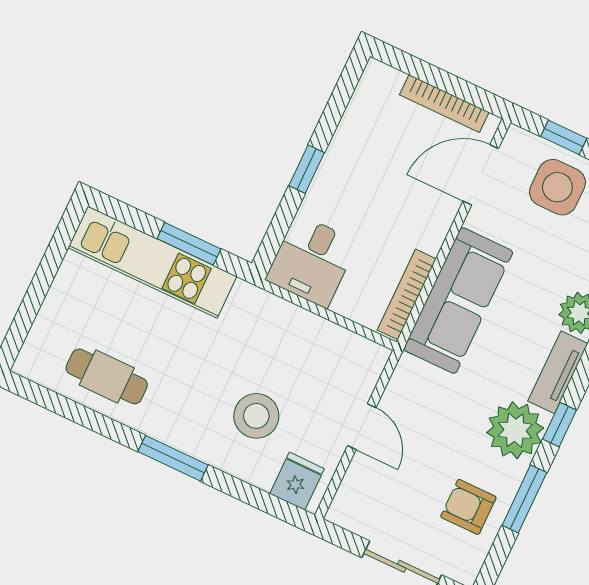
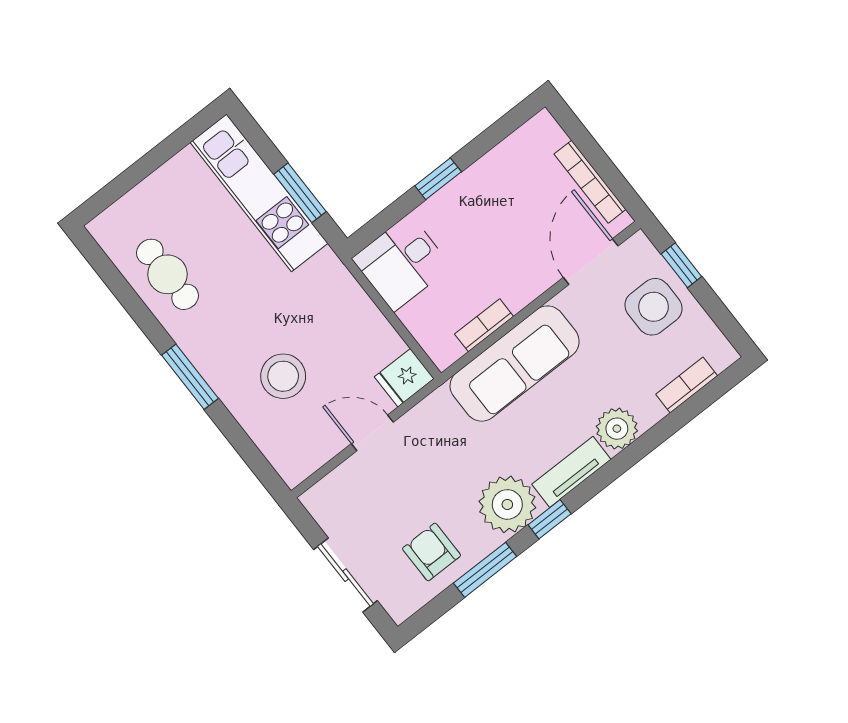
door: (481, 175) -> (591, 262), hinge flipped
bookcase: (407, 294) -> (484, 325), width x0.64
door: (362, 427) -> (372, 433), swing flipped
fridge: (297, 481) -> (404, 378), moved, turned 180

